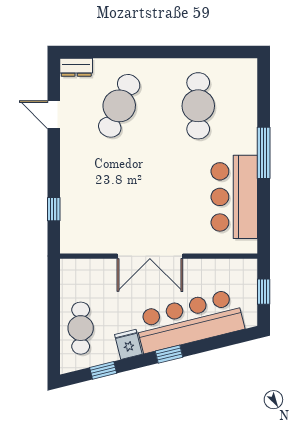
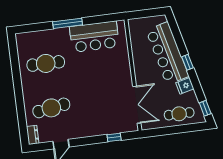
cafe table: (119, 106) -> (51, 108), turned -33
double door: (150, 256) -> (137, 105), moved
window: (264, 292) -> (146, 13), removed
window: (103, 370) -> (205, 108), moved

